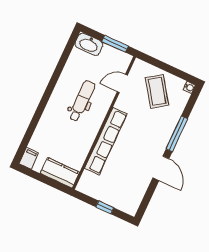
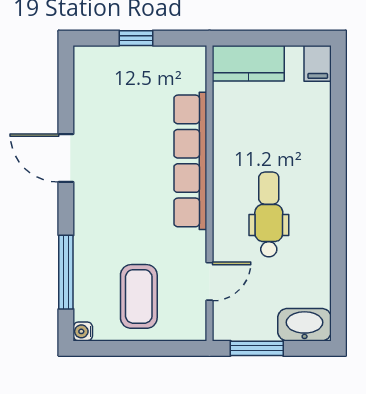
coffee table: (157, 91) -> (139, 296), turned 35
dental chair: (82, 101) -> (269, 214), turned 180
window: (177, 134) -> (66, 272), moved

